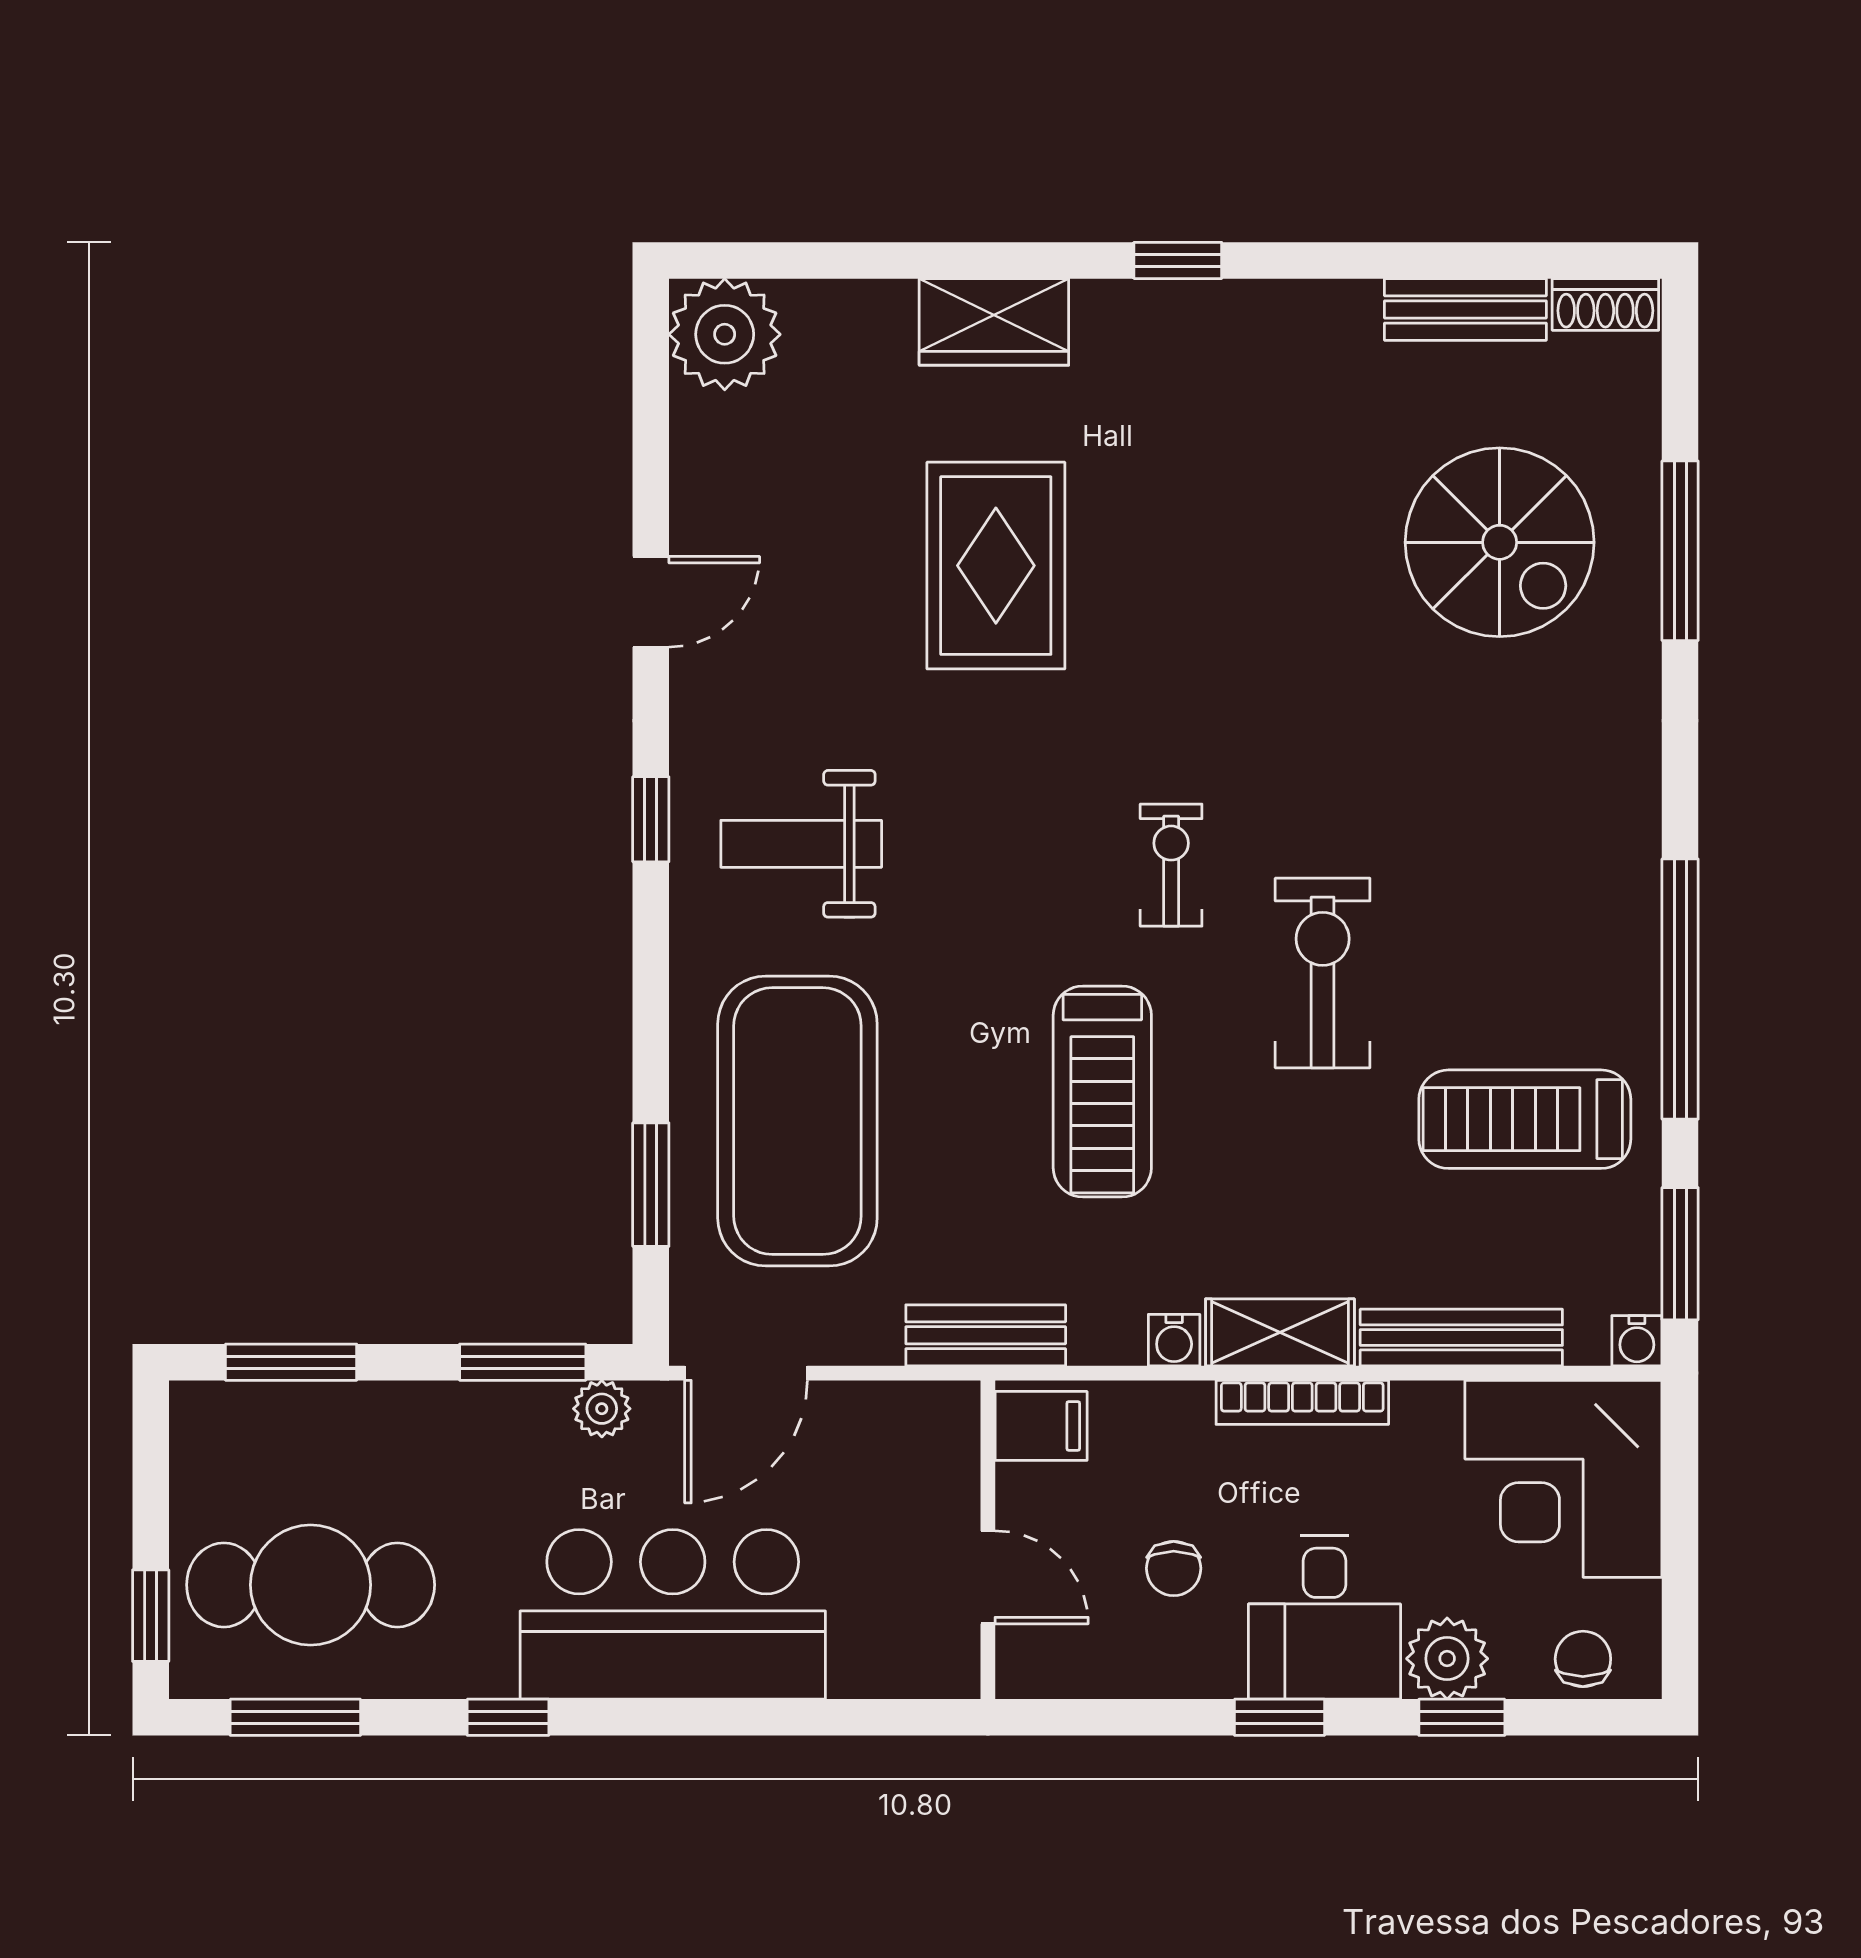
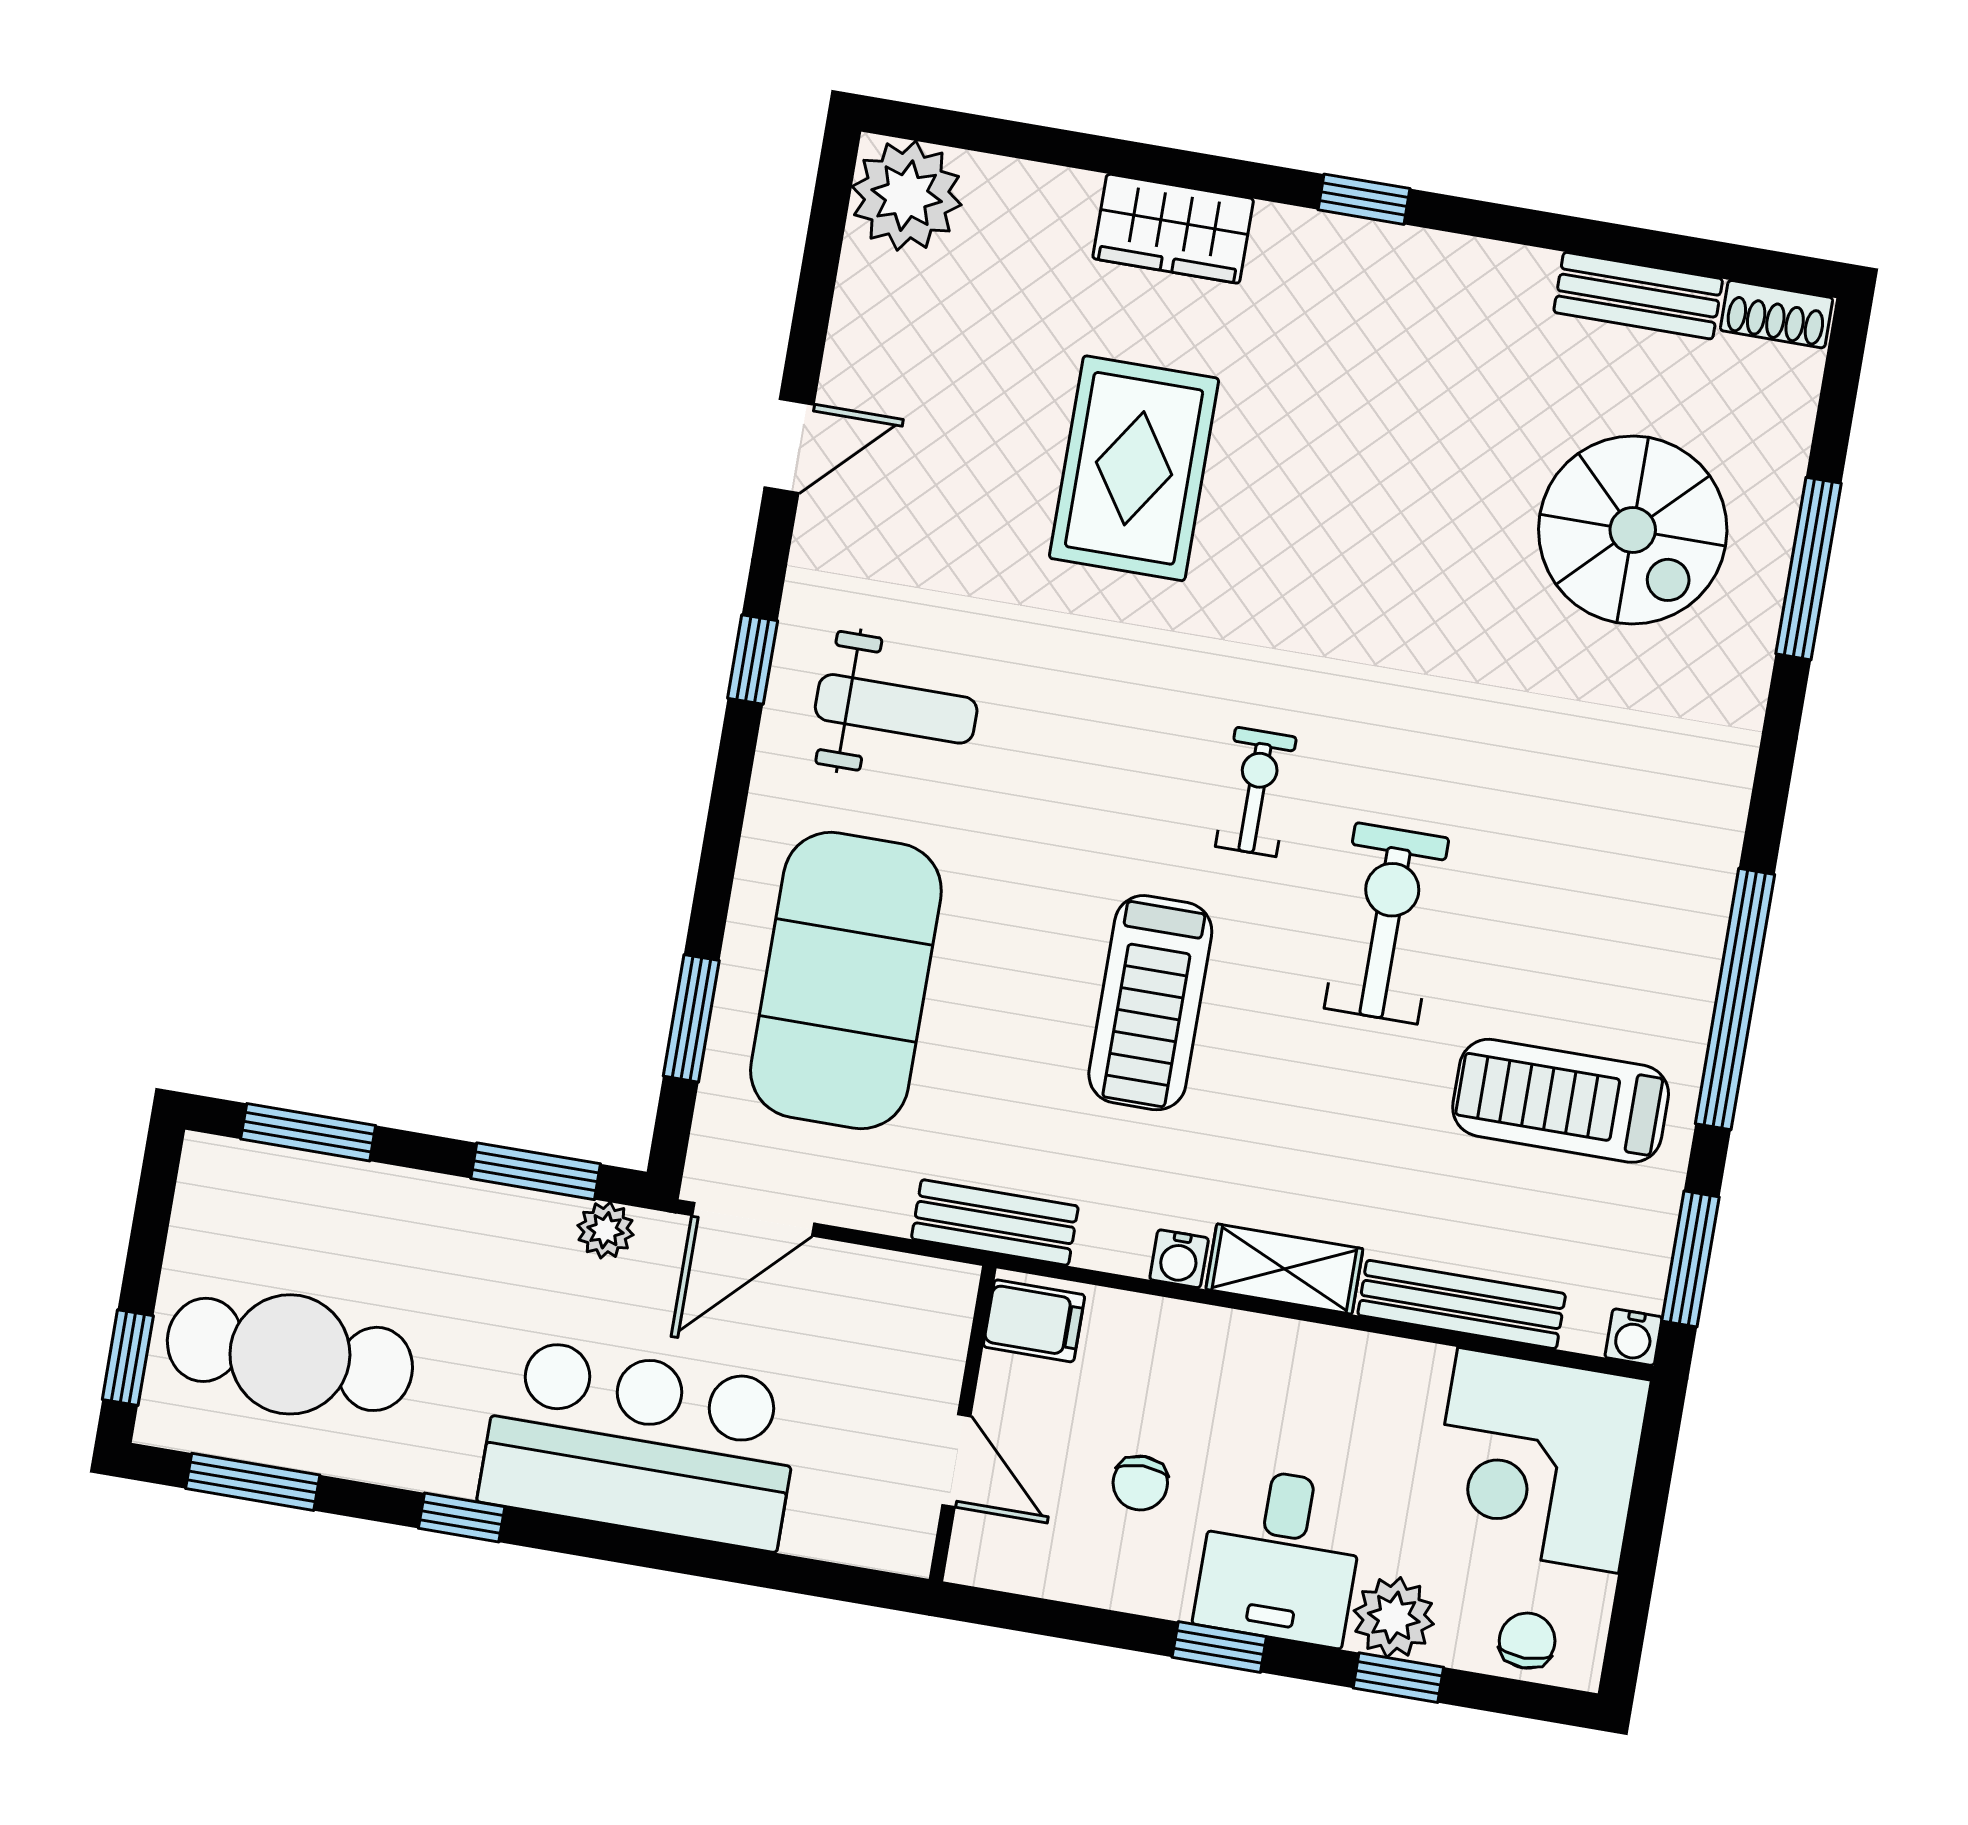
weight bench: (801, 844) -> (896, 709), turned 180
bookcase: (1302, 1402) -> (1295, 1342), removed

